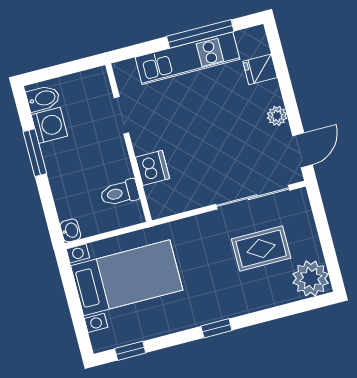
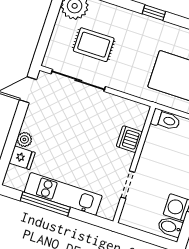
plant: (277, 116) -> (24, 139), moved
toilet: (120, 193) -> (166, 120), moved

